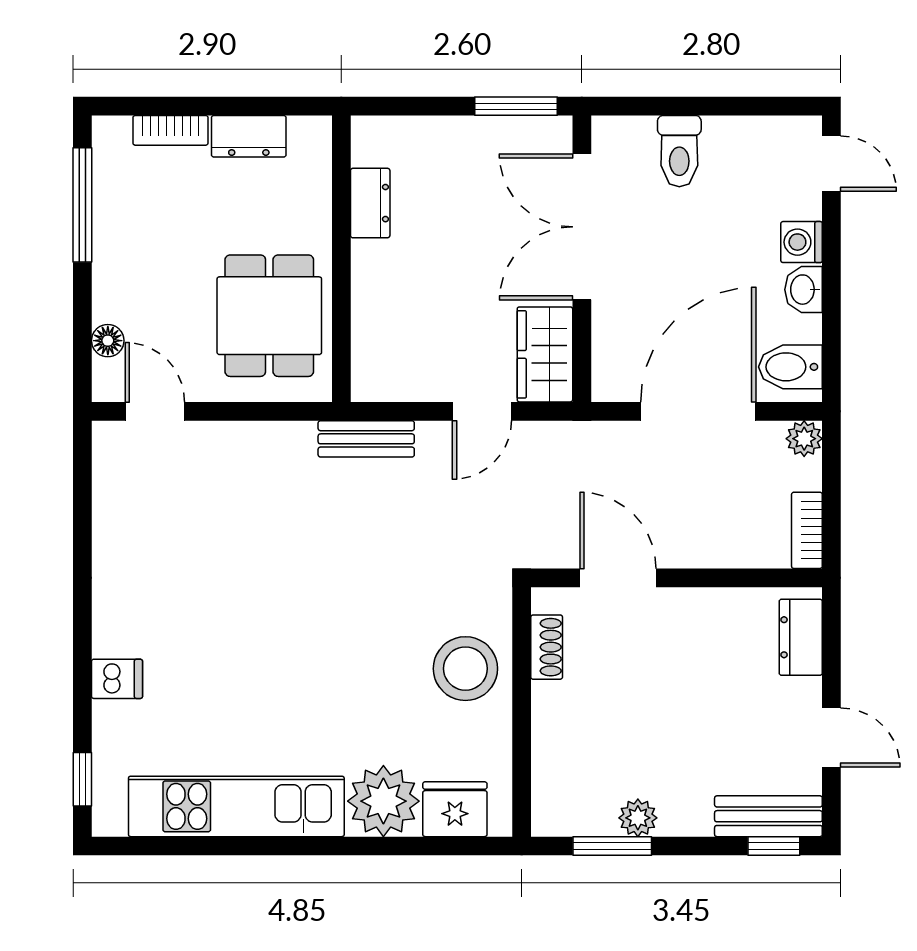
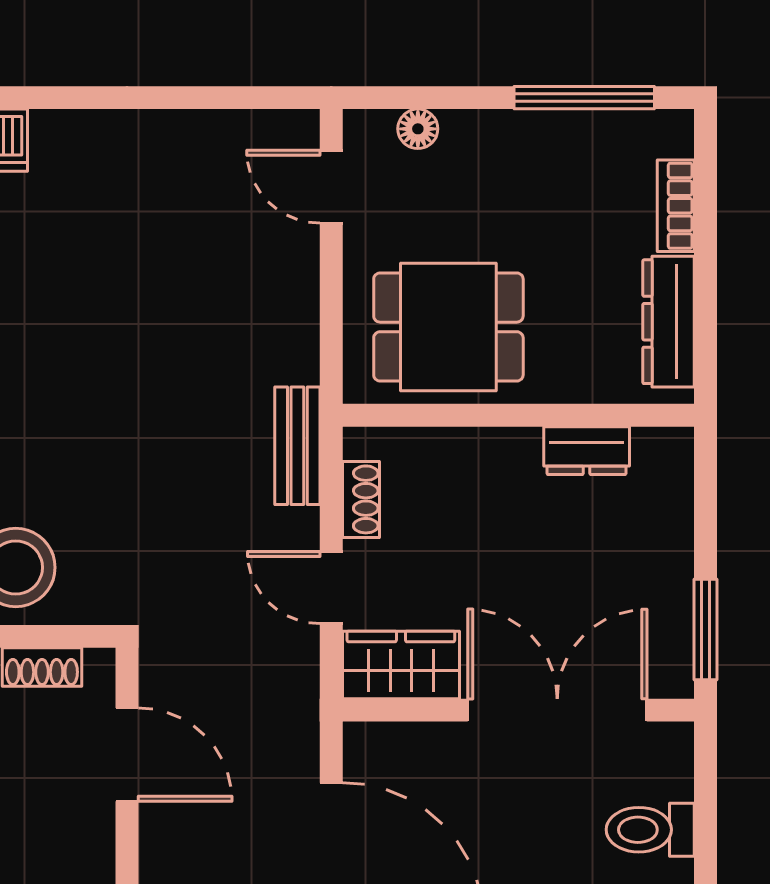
dresser: (249, 136) -> (668, 322), width x1.44
shoe rack: (410, 387) -> (361, 499), added
door: (155, 411) -> (331, 187), swing flipped
door: (618, 578) -> (127, 755), hinge flipped

